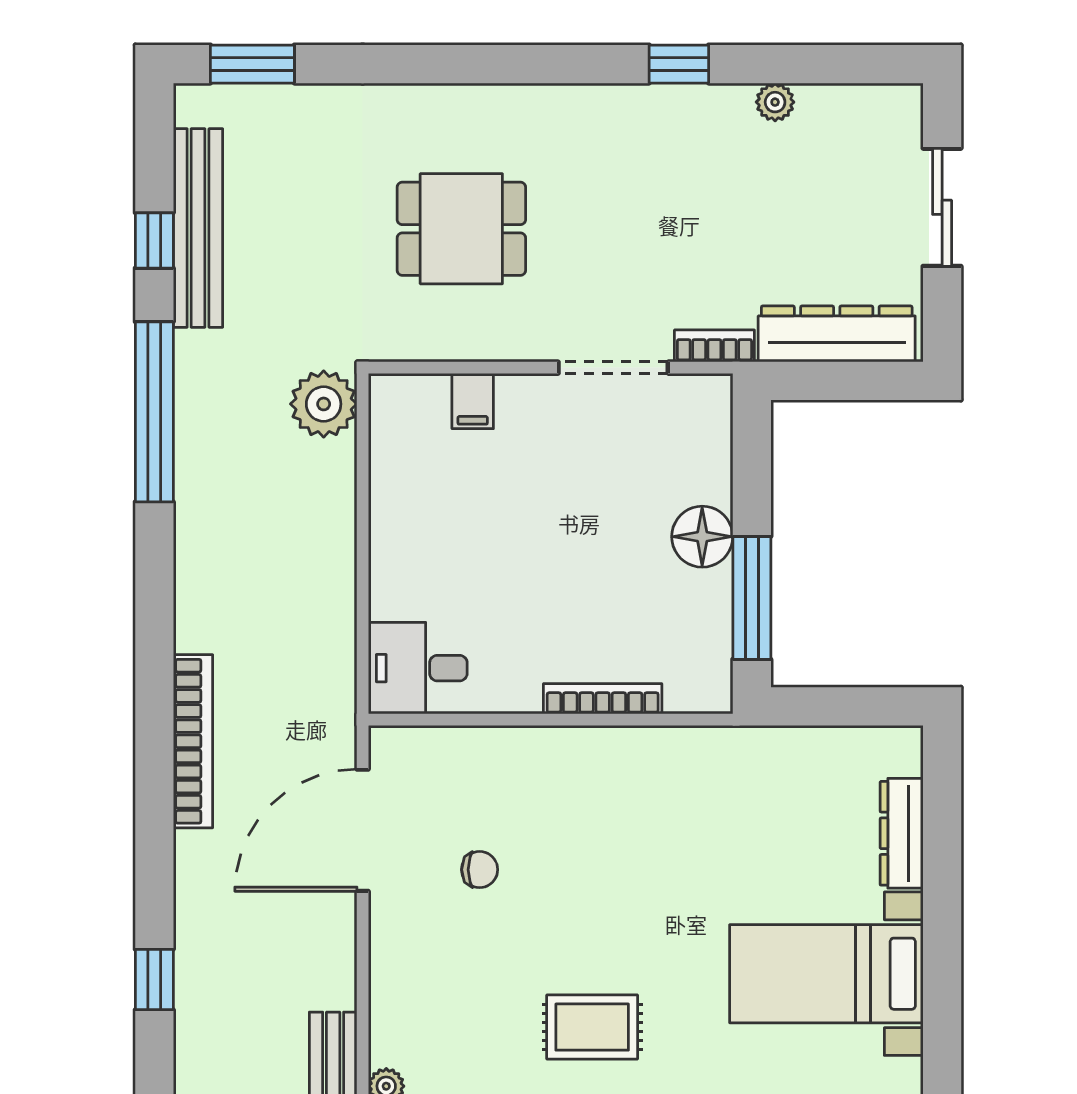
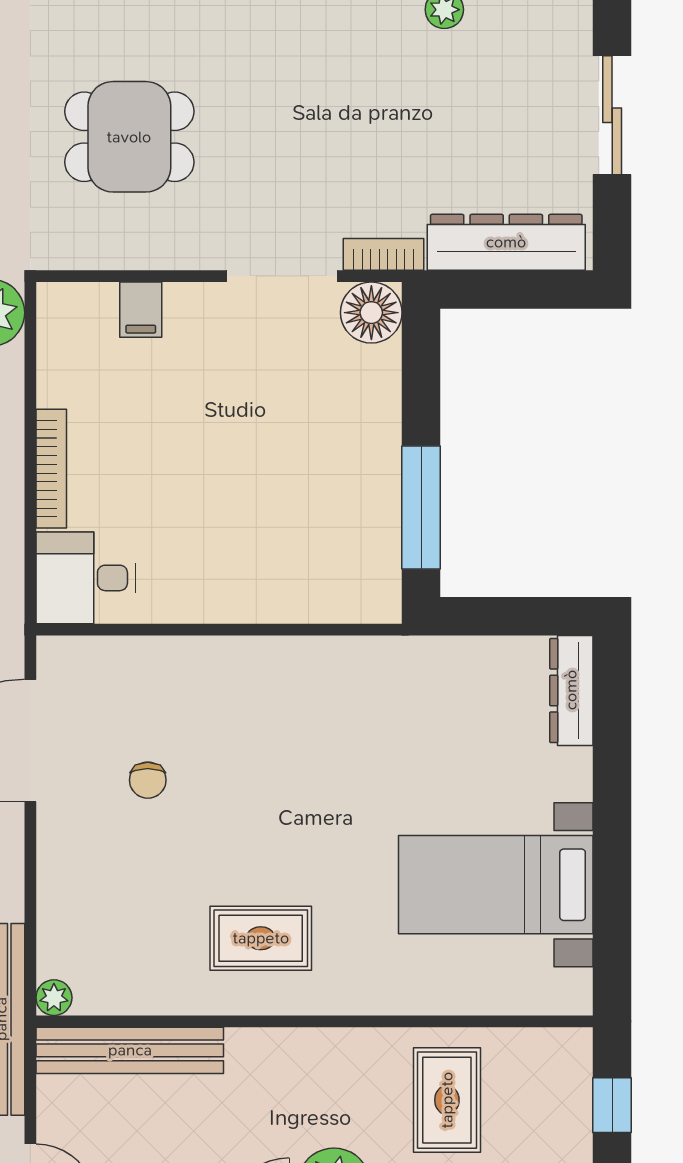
floor lamp: (702, 537) -> (371, 313), moved
bookcase: (603, 699) -> (51, 469), moved, turned 90
dresser: (902, 833) -> (571, 690), moved
chair: (480, 870) -> (148, 780), turned 90

